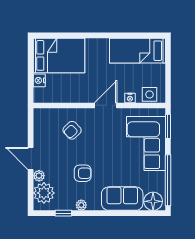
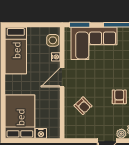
door: (106, 105) -> (62, 77), hinge flipped

